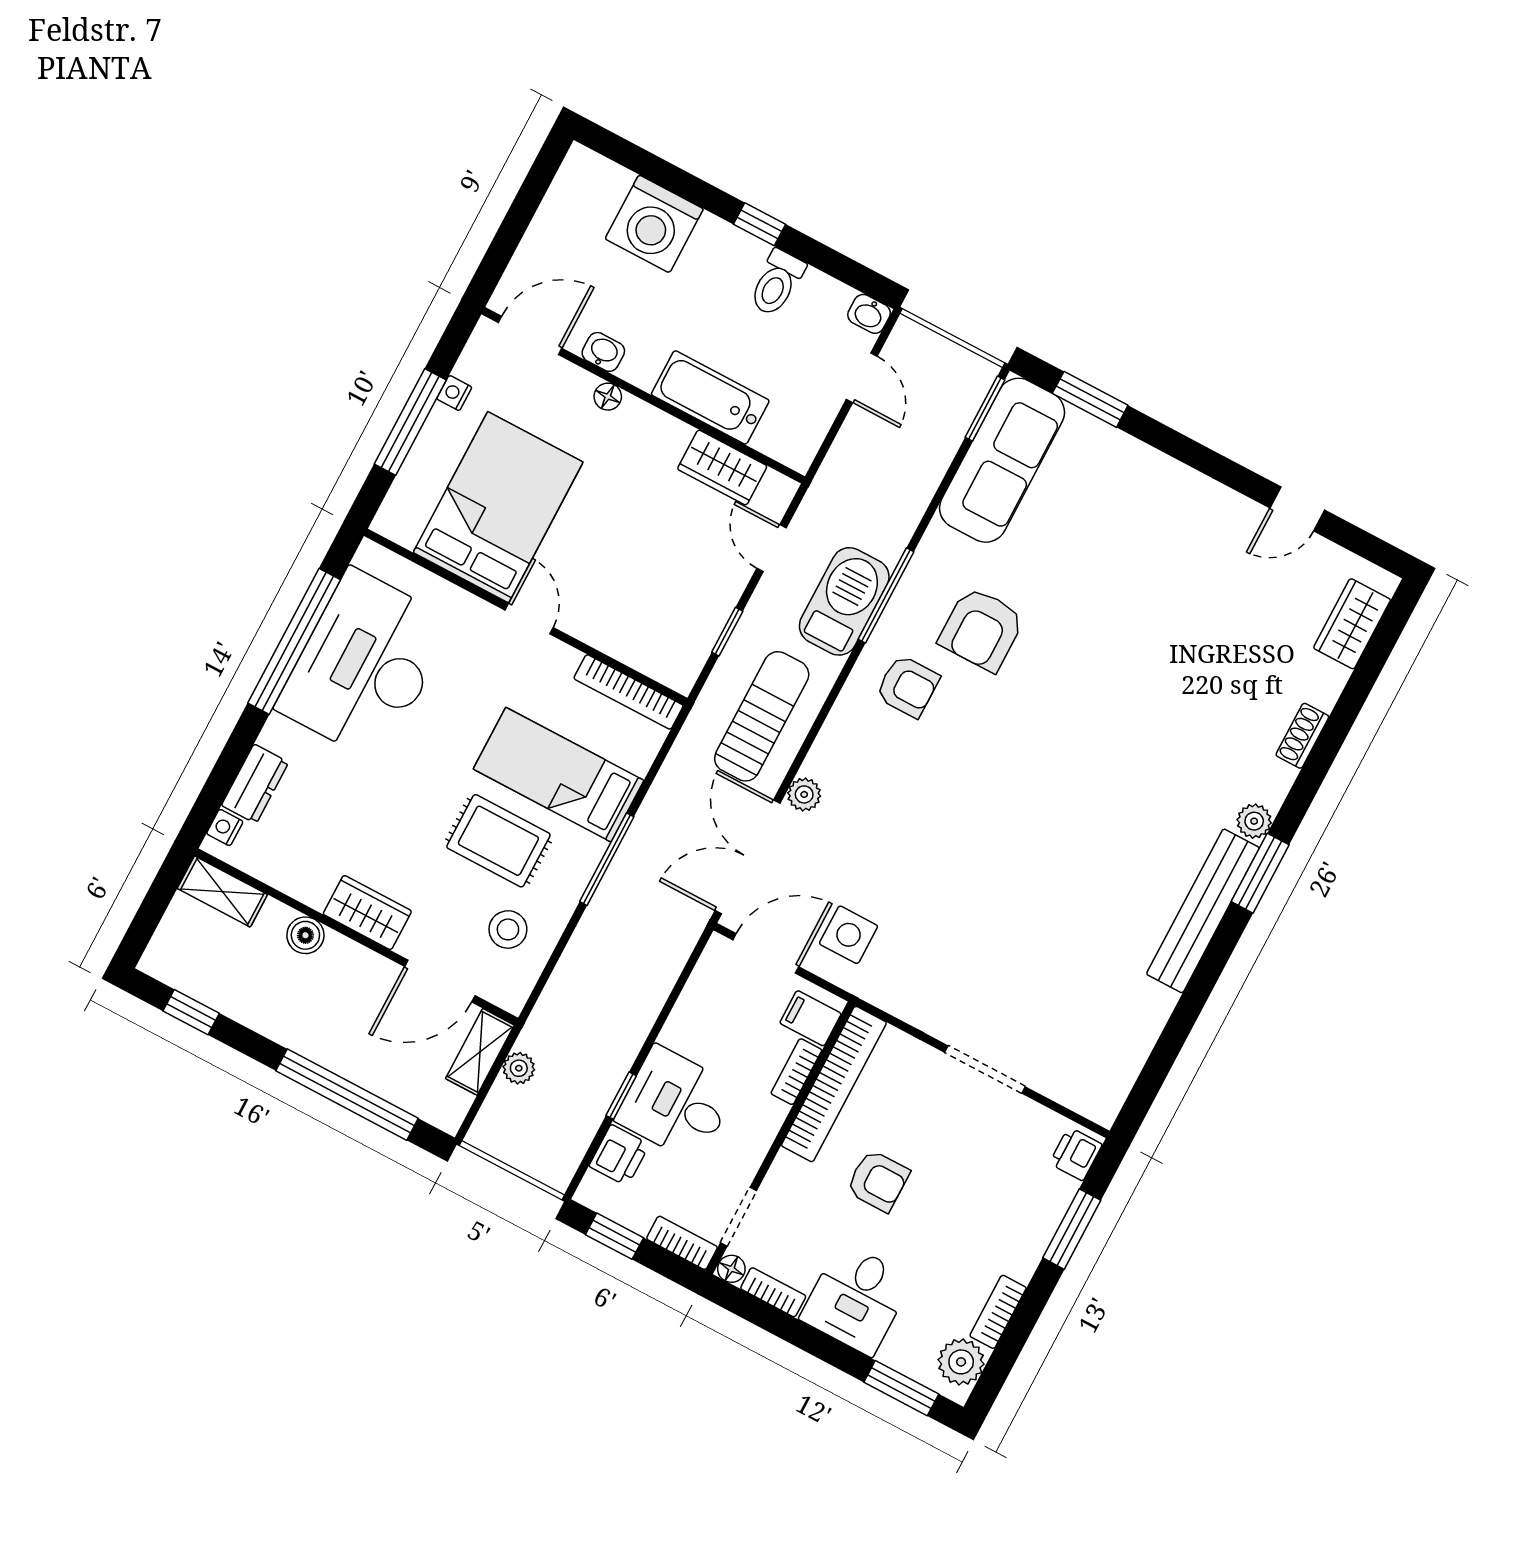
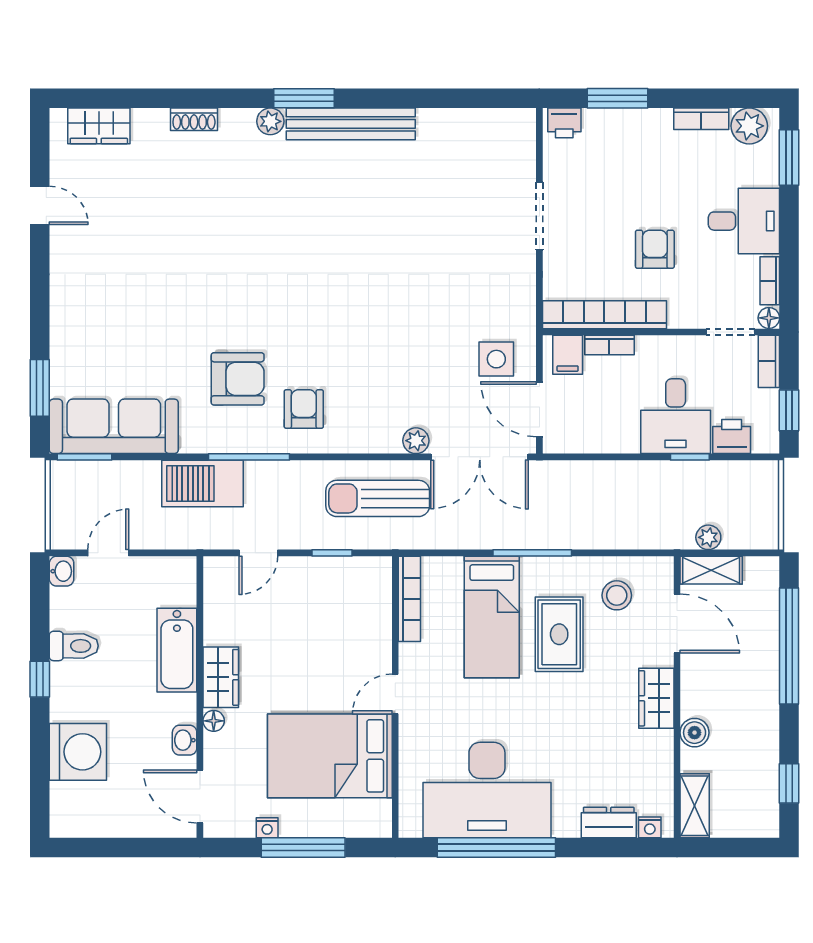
wardrobe: (722, 467) -> (221, 677), moved
barbecue: (844, 601) -> (203, 484), moved

